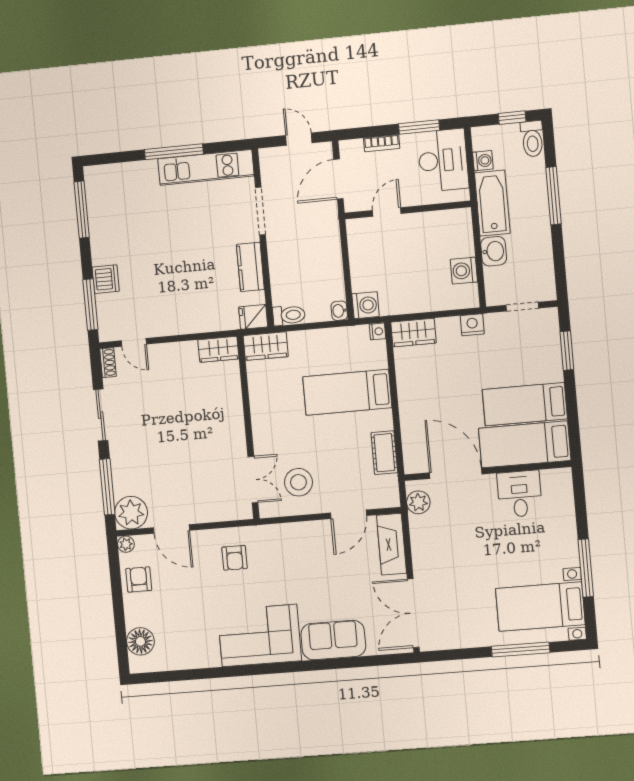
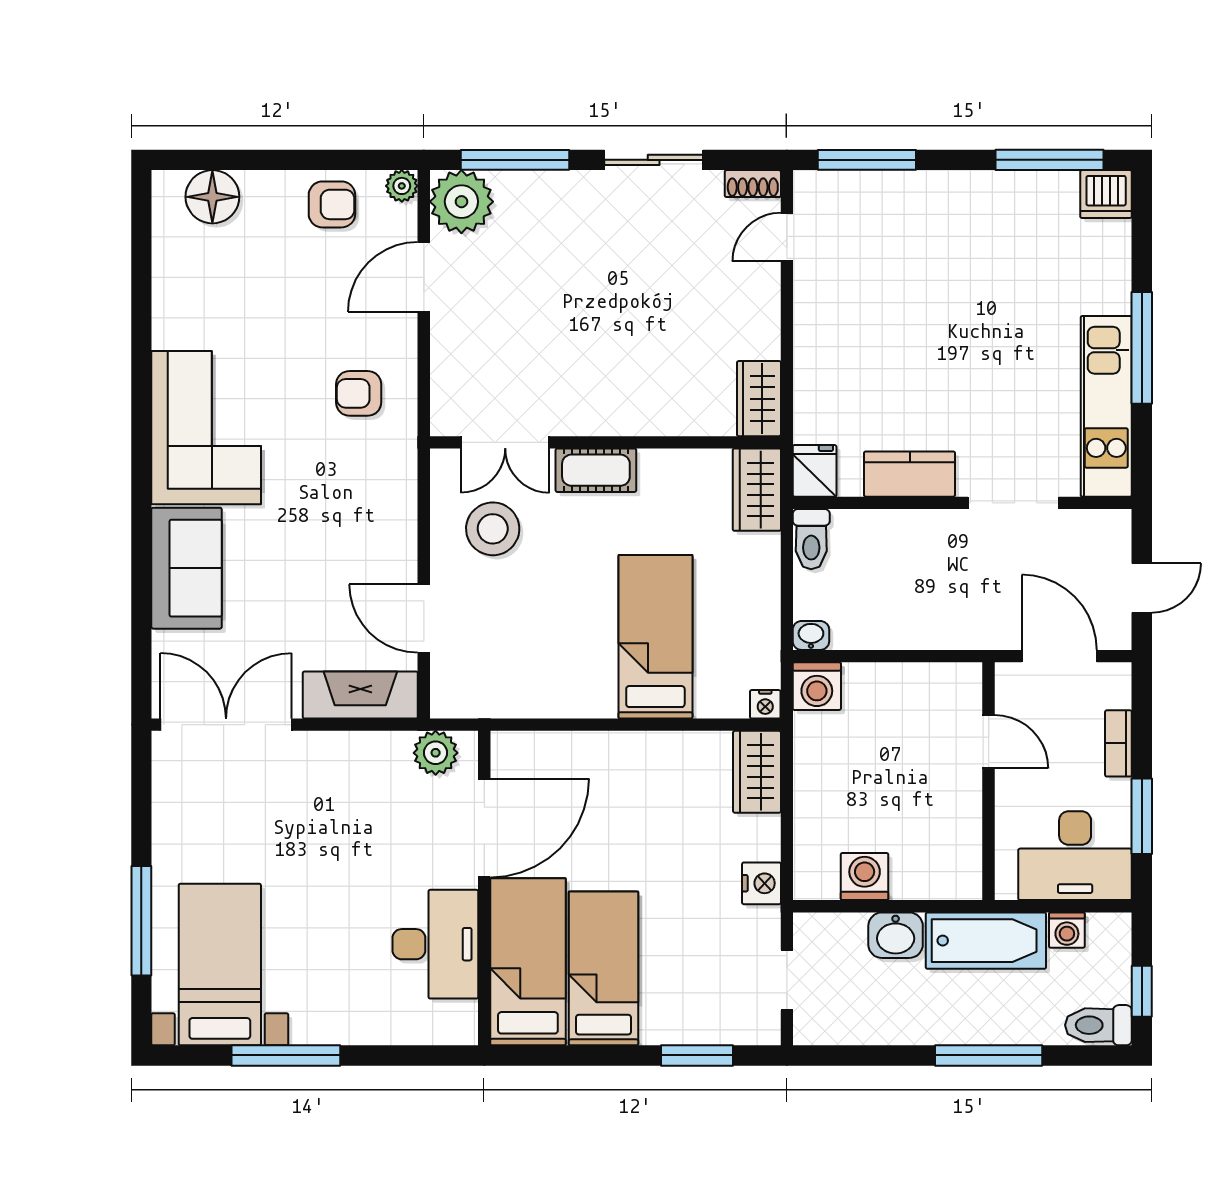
dishwasher: (106, 279) -> (1106, 194), moved
cot: (384, 453) -> (596, 470), moved
desk: (520, 494) -> (435, 944), width x1.37

